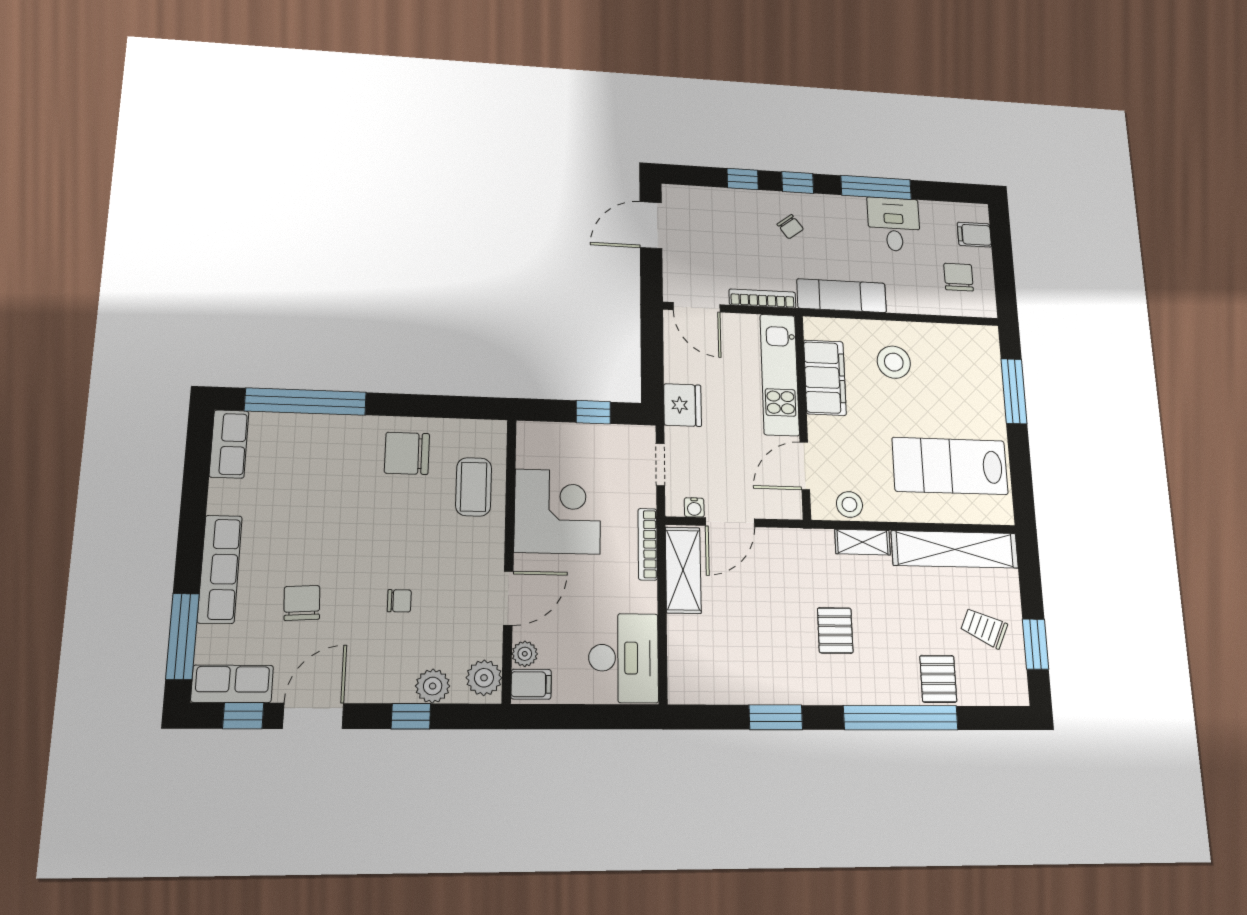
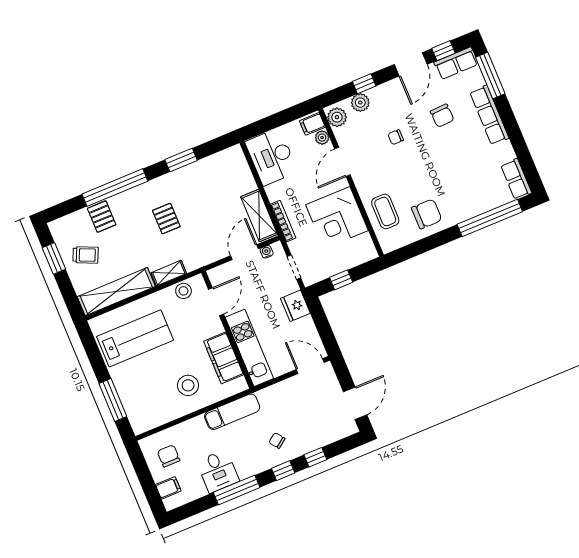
chair: (959, 277) -> (169, 456), turned 180
bookcase: (762, 298) -> (276, 389), removed

